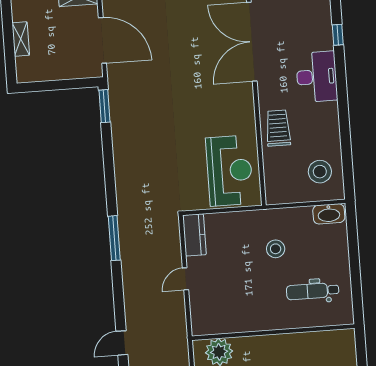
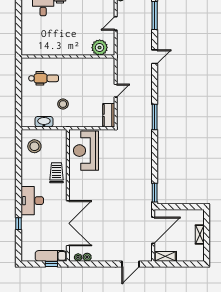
door: (102, 40) -> (153, 230), swing flipped
trolley: (278, 128) -> (57, 173), turned 180
washbasin: (329, 214) -> (44, 122), moved

